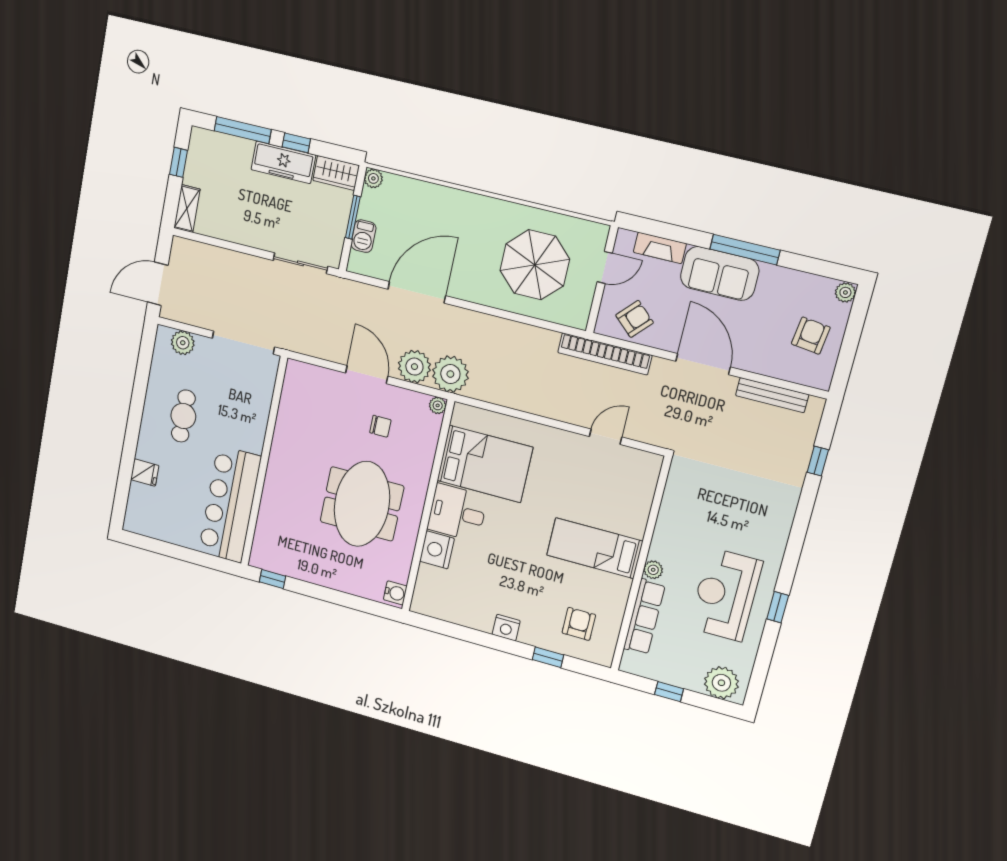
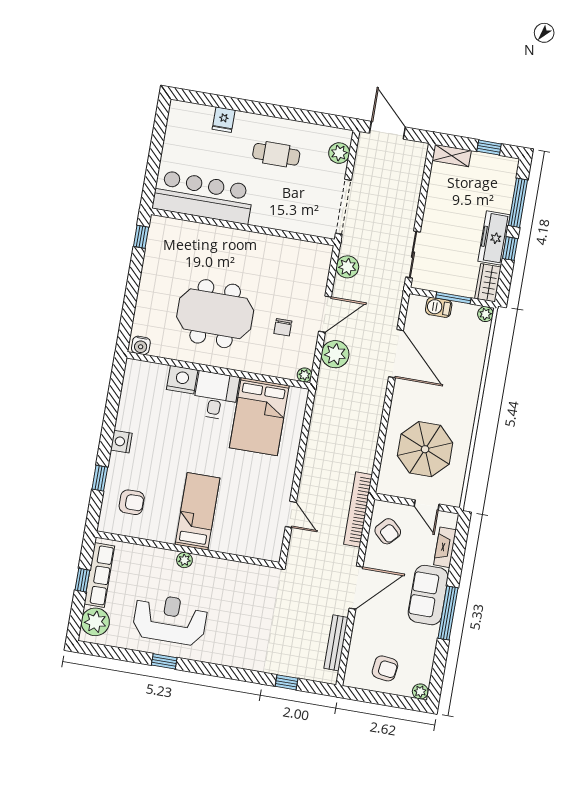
plant: (450, 374) -> (347, 267), moved, width x0.73, depth x0.73
row of seats: (644, 617) -> (99, 575), moved, turned -90

